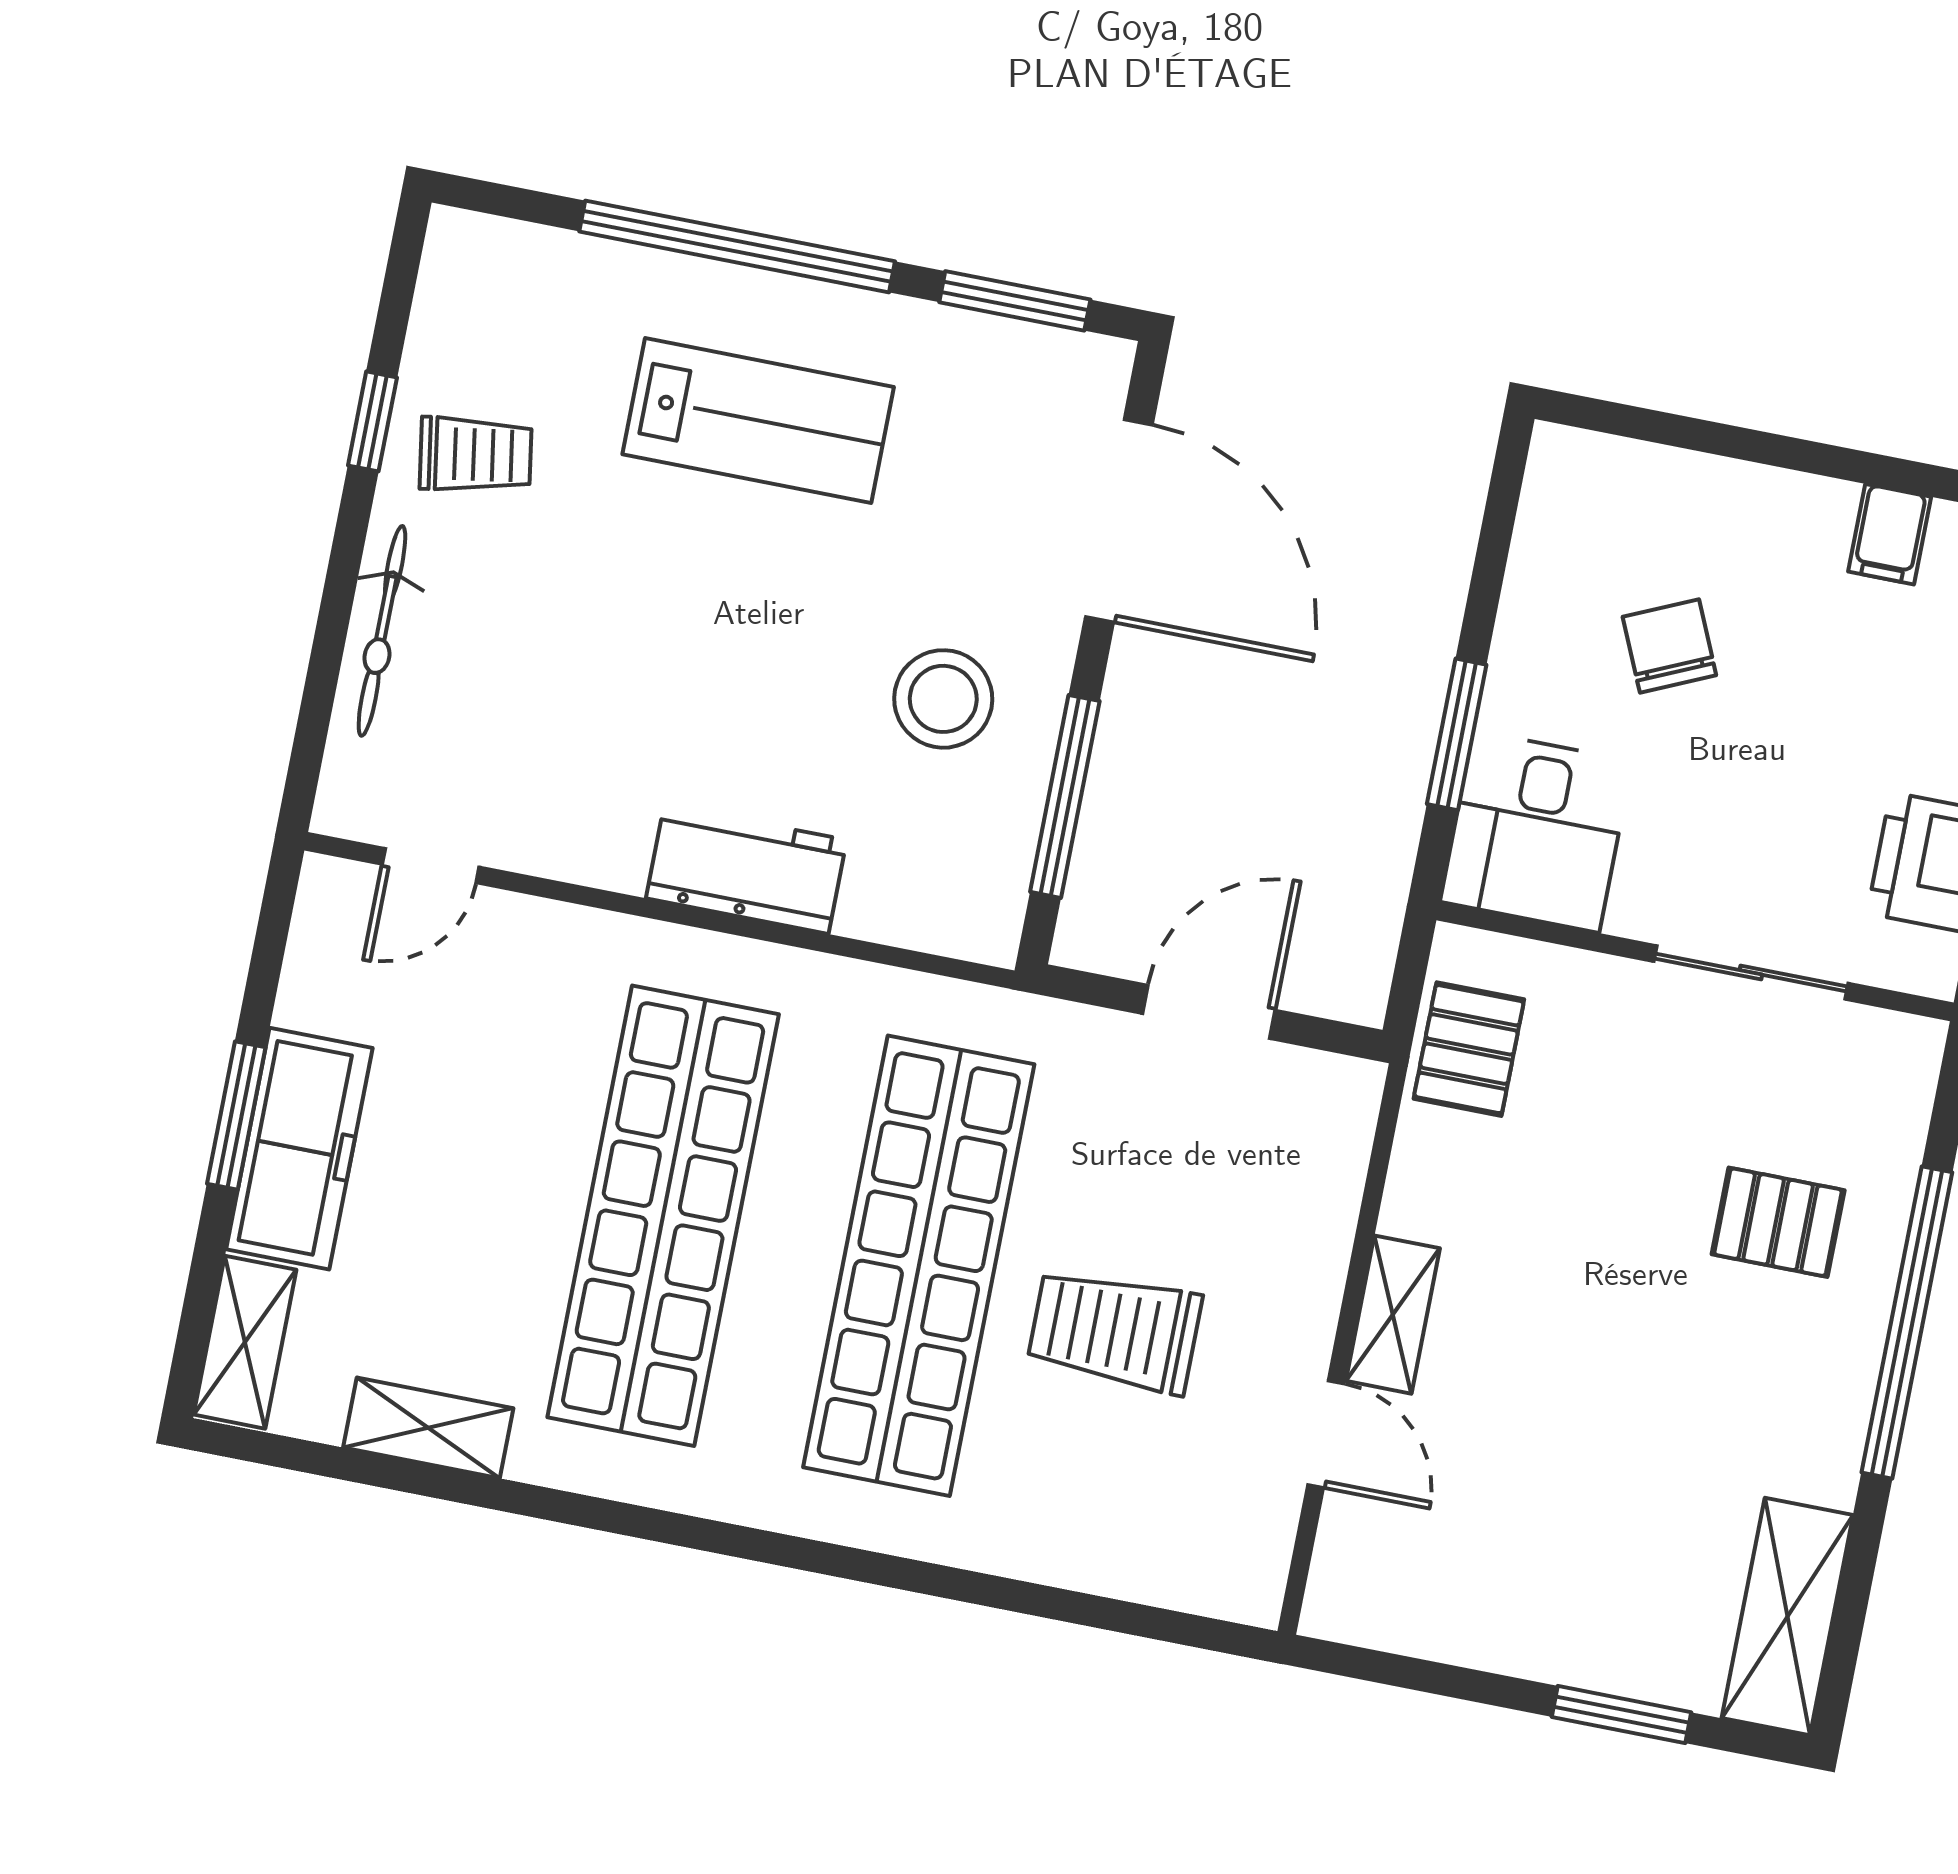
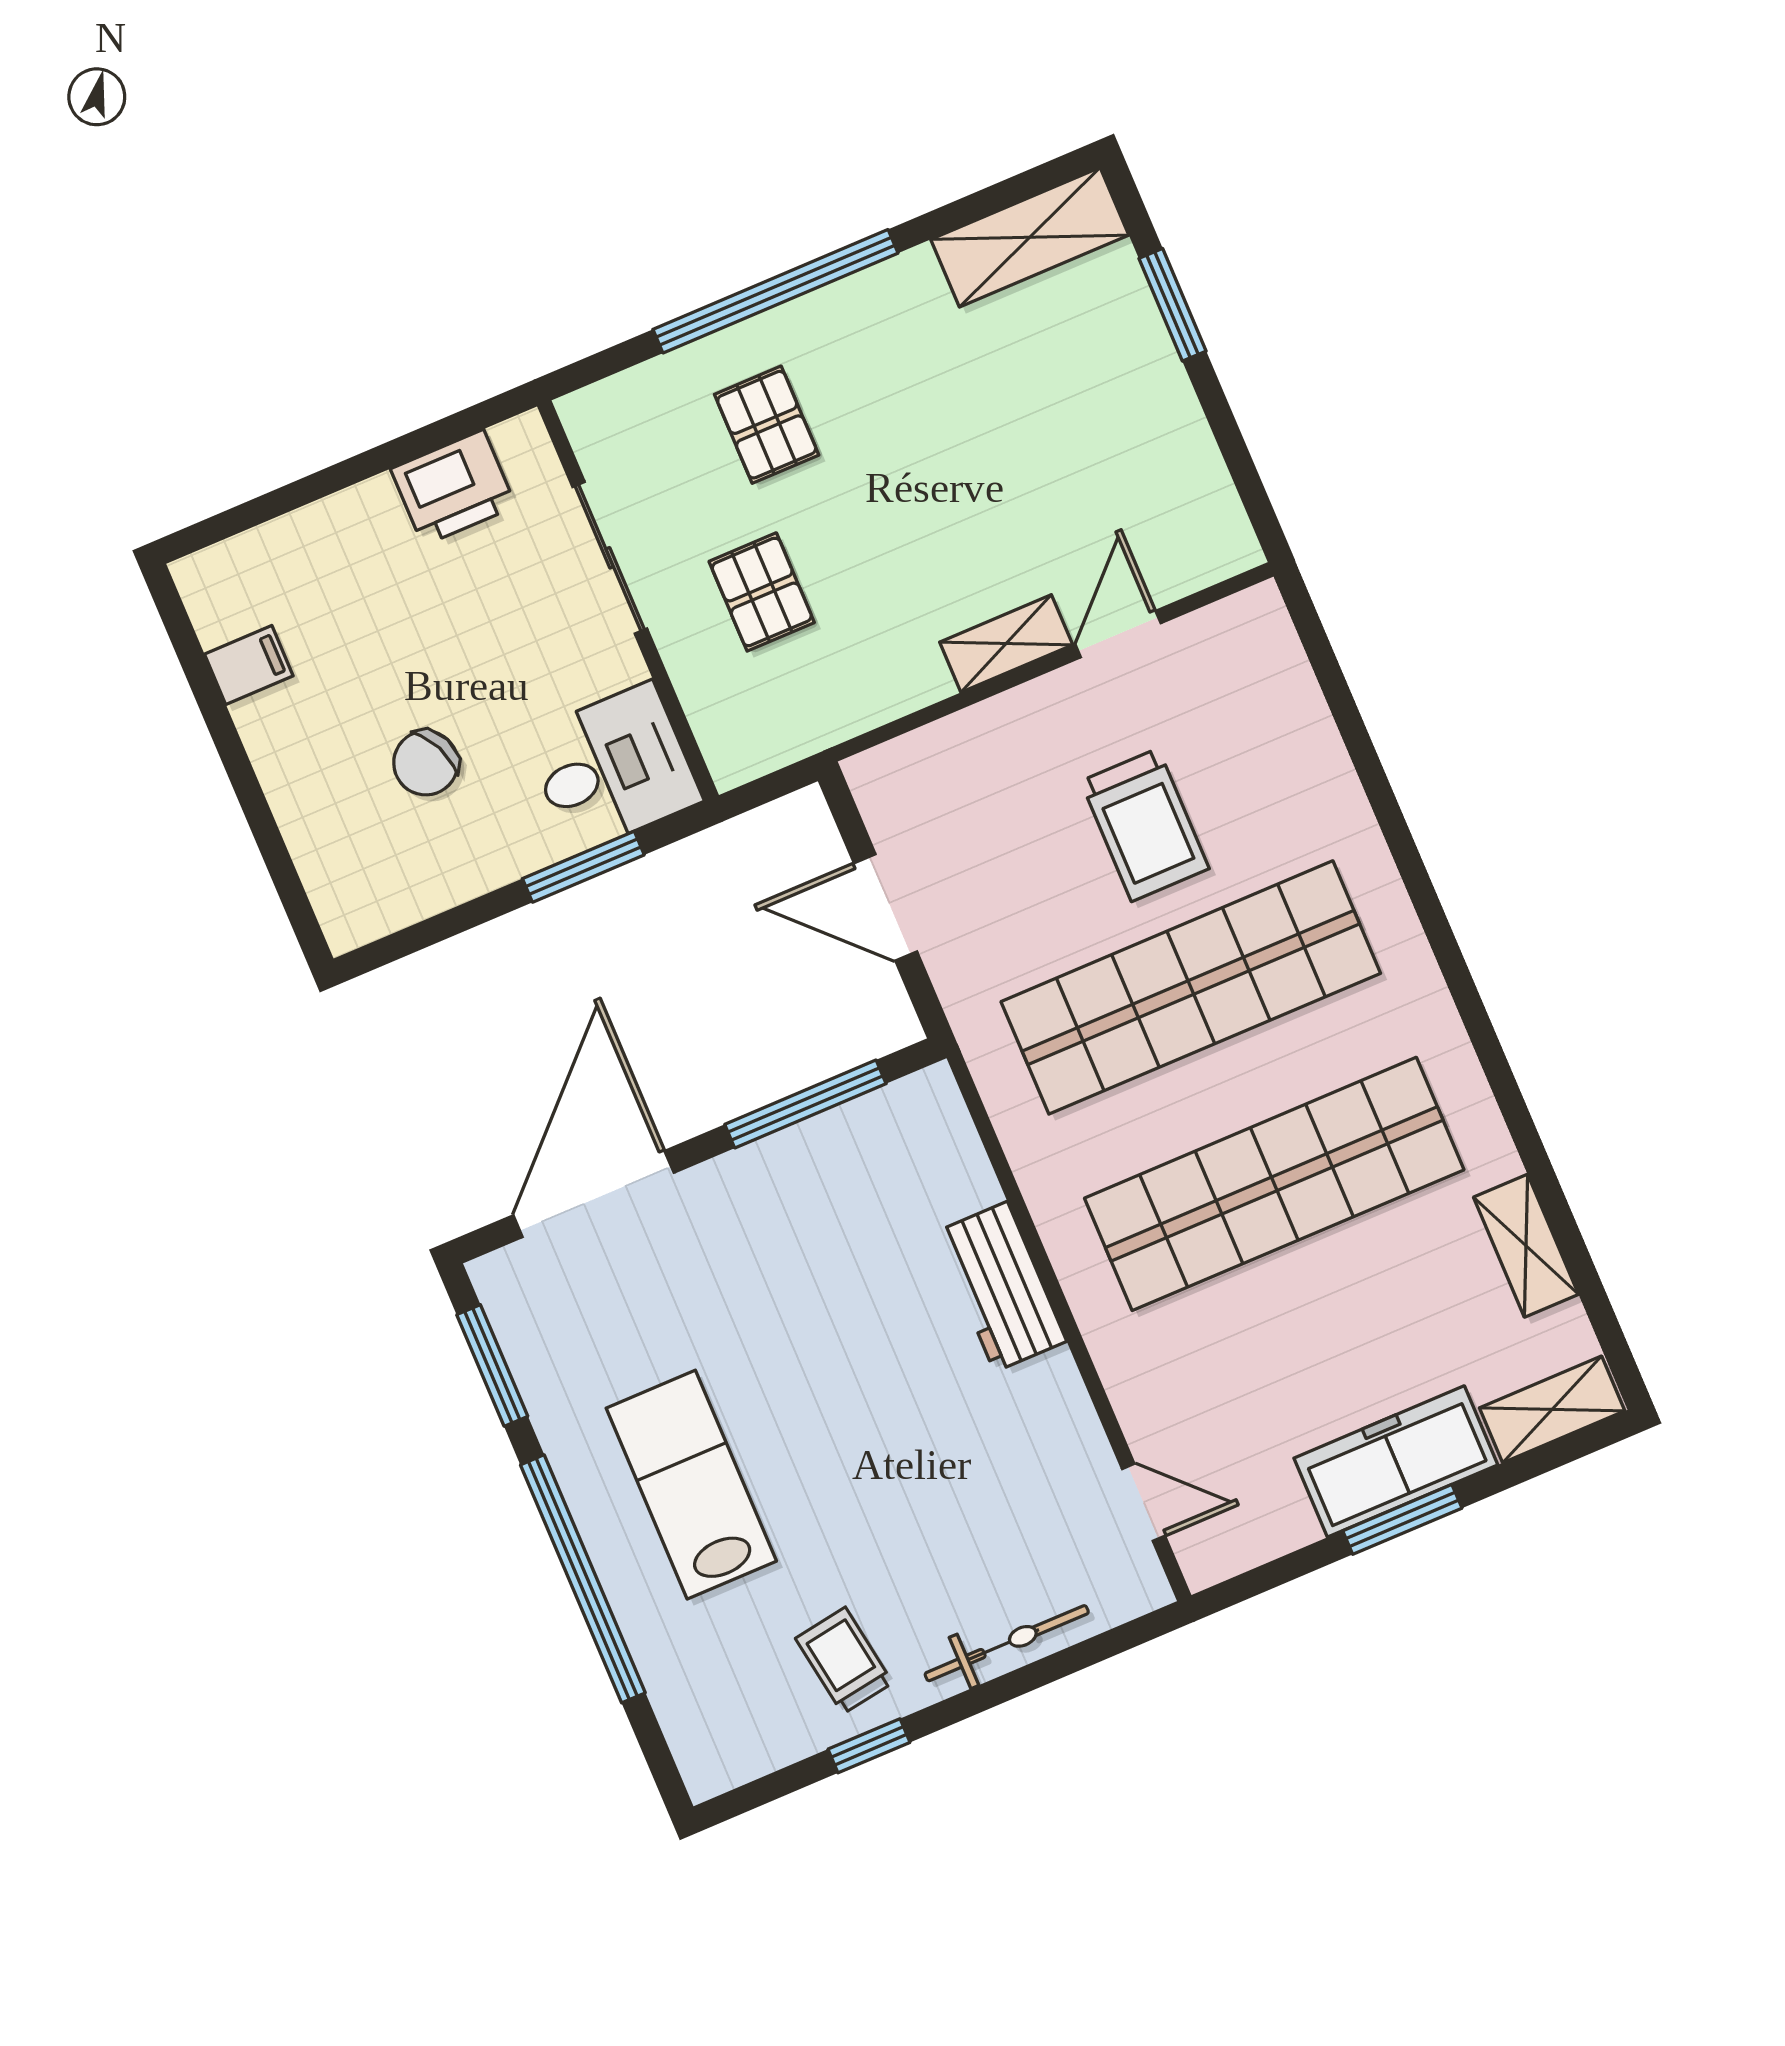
stool: (943, 699) -> (795, 1231), removed
pallet: (1469, 1049) -> (762, 592), moved, turned 90

